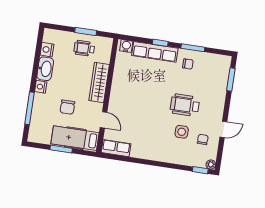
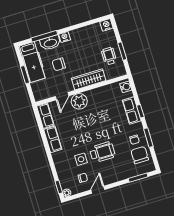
nightstand: (47, 50) -> (106, 25), moved
row of seats: (155, 52) -> (132, 110), width x0.68
chair: (207, 66) -> (140, 155), added
washbasin: (45, 69) -> (50, 43), moved
plant: (118, 104) -> (79, 101), added
wheelchair: (185, 105) -> (102, 152), turned 90
door: (223, 129) -> (98, 190), swing flipped
hospital bed: (75, 138) -> (32, 62), moved, turned 180
row of seats: (146, 152) -> (53, 139), added

